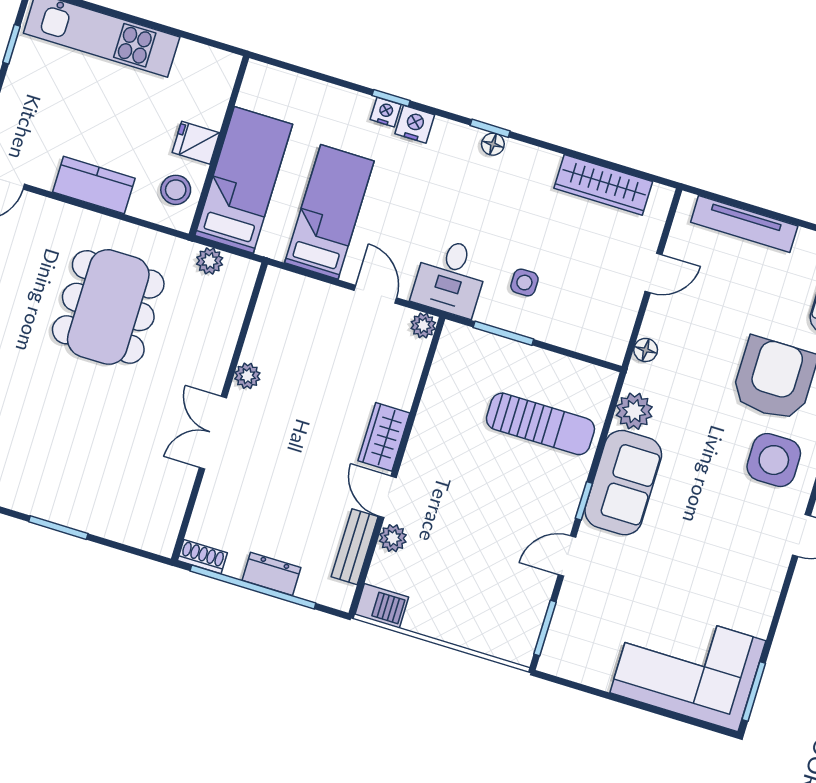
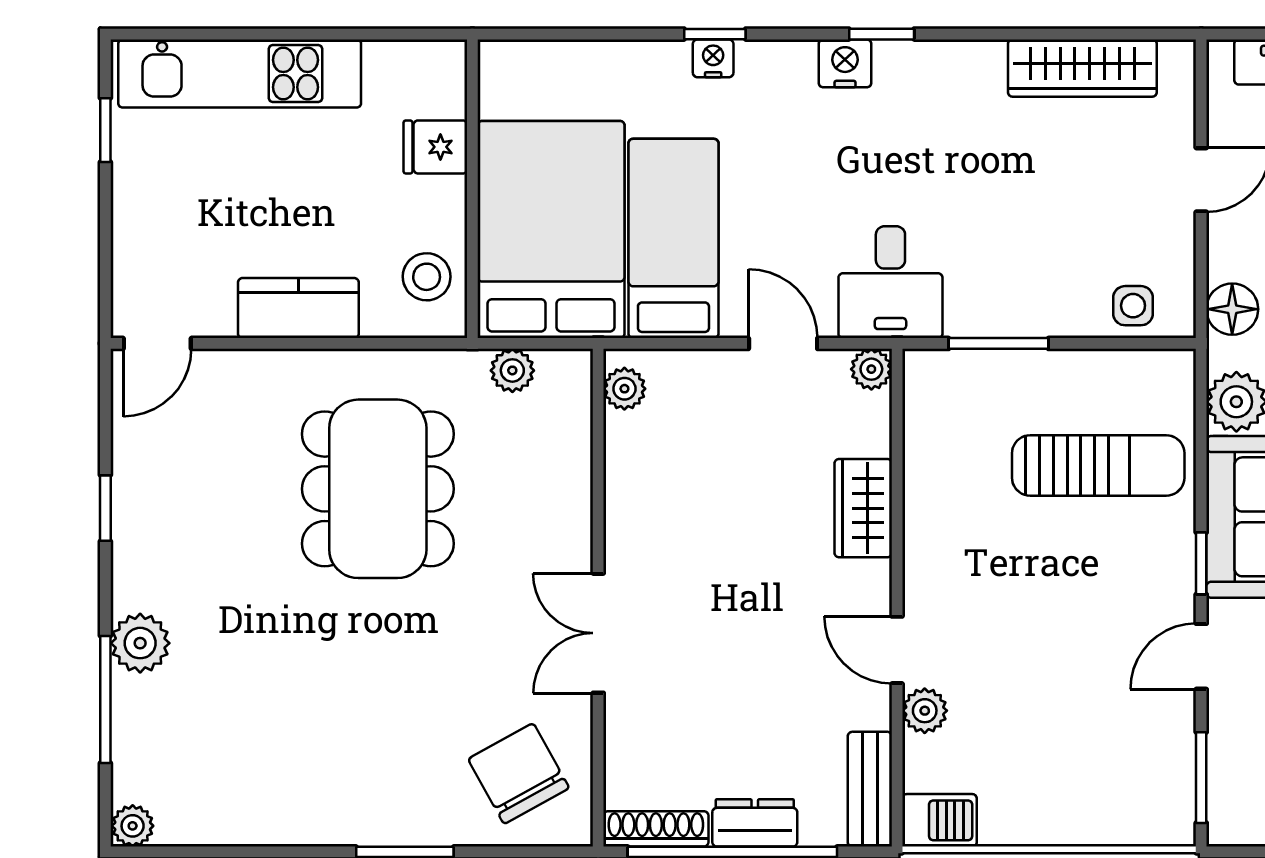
nightstand: (415, 124) -> (845, 63), moved
fridge: (196, 143) -> (435, 147), moved
floor lamp: (493, 144) -> (893, 57), removed
bed: (244, 180) -> (551, 229), width x1.50
side table: (524, 283) -> (1133, 306), moved
floor lamp: (646, 350) -> (1232, 309), width x1.37, depth x1.37
plant: (247, 376) -> (624, 389), moved
wardrobe: (384, 437) -> (863, 508), moved
chair: (140, 502) -> (519, 773), added
bench: (355, 547) -> (870, 789), moved
shoe rack: (202, 557) -> (656, 829), width x1.43

